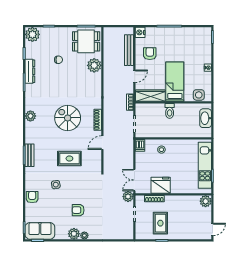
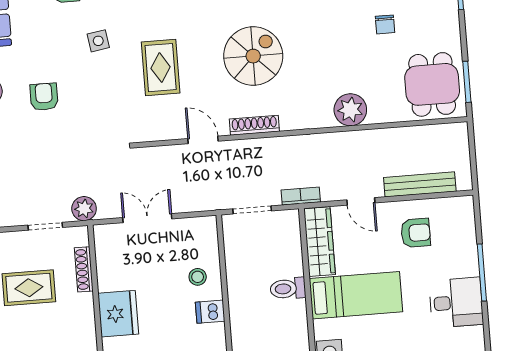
nightstand: (140, 32) -> (462, 207), removed
desk: (181, 38) -> (456, 303), added
plant: (94, 65) -> (350, 110), moved
dishwasher: (140, 145) -> (210, 312), moved
double door: (134, 180) -> (147, 218), moved
fridge: (161, 185) -> (118, 314), moved

